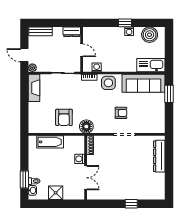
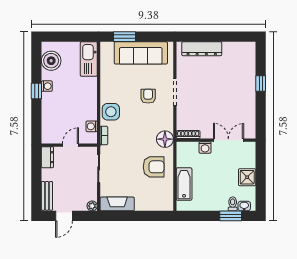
door: (24, 55) -> (64, 216), moved
sofa: (144, 83) -> (141, 53), moved, turned 90

